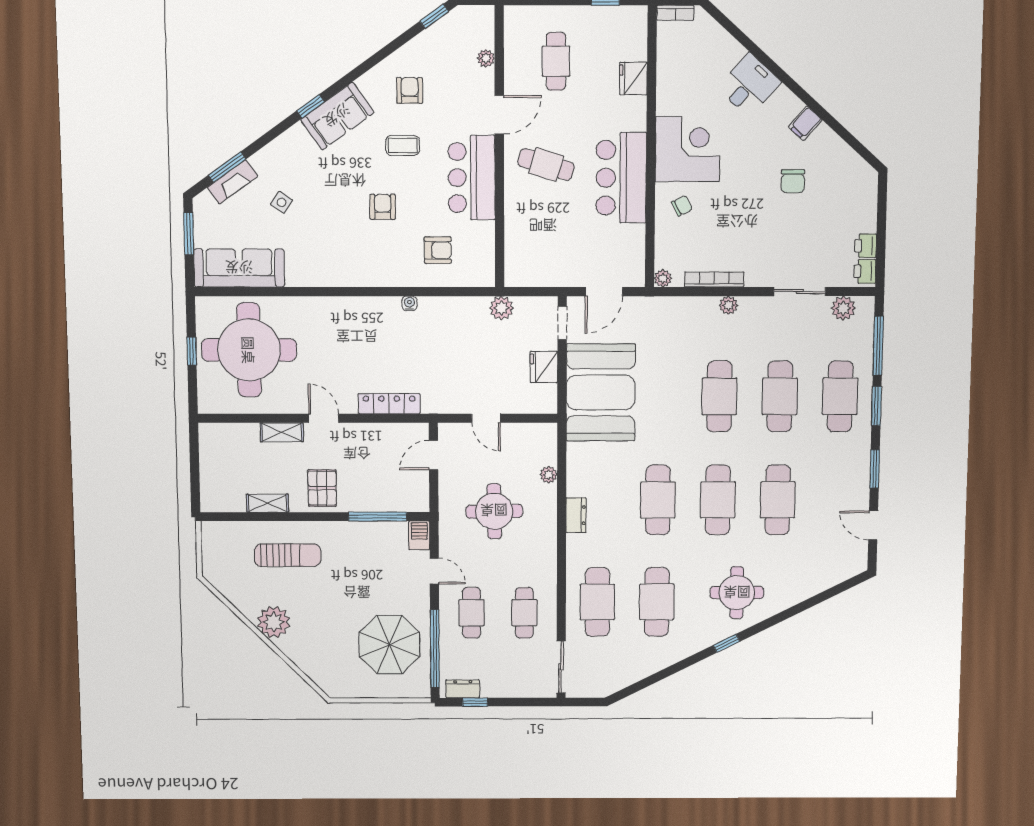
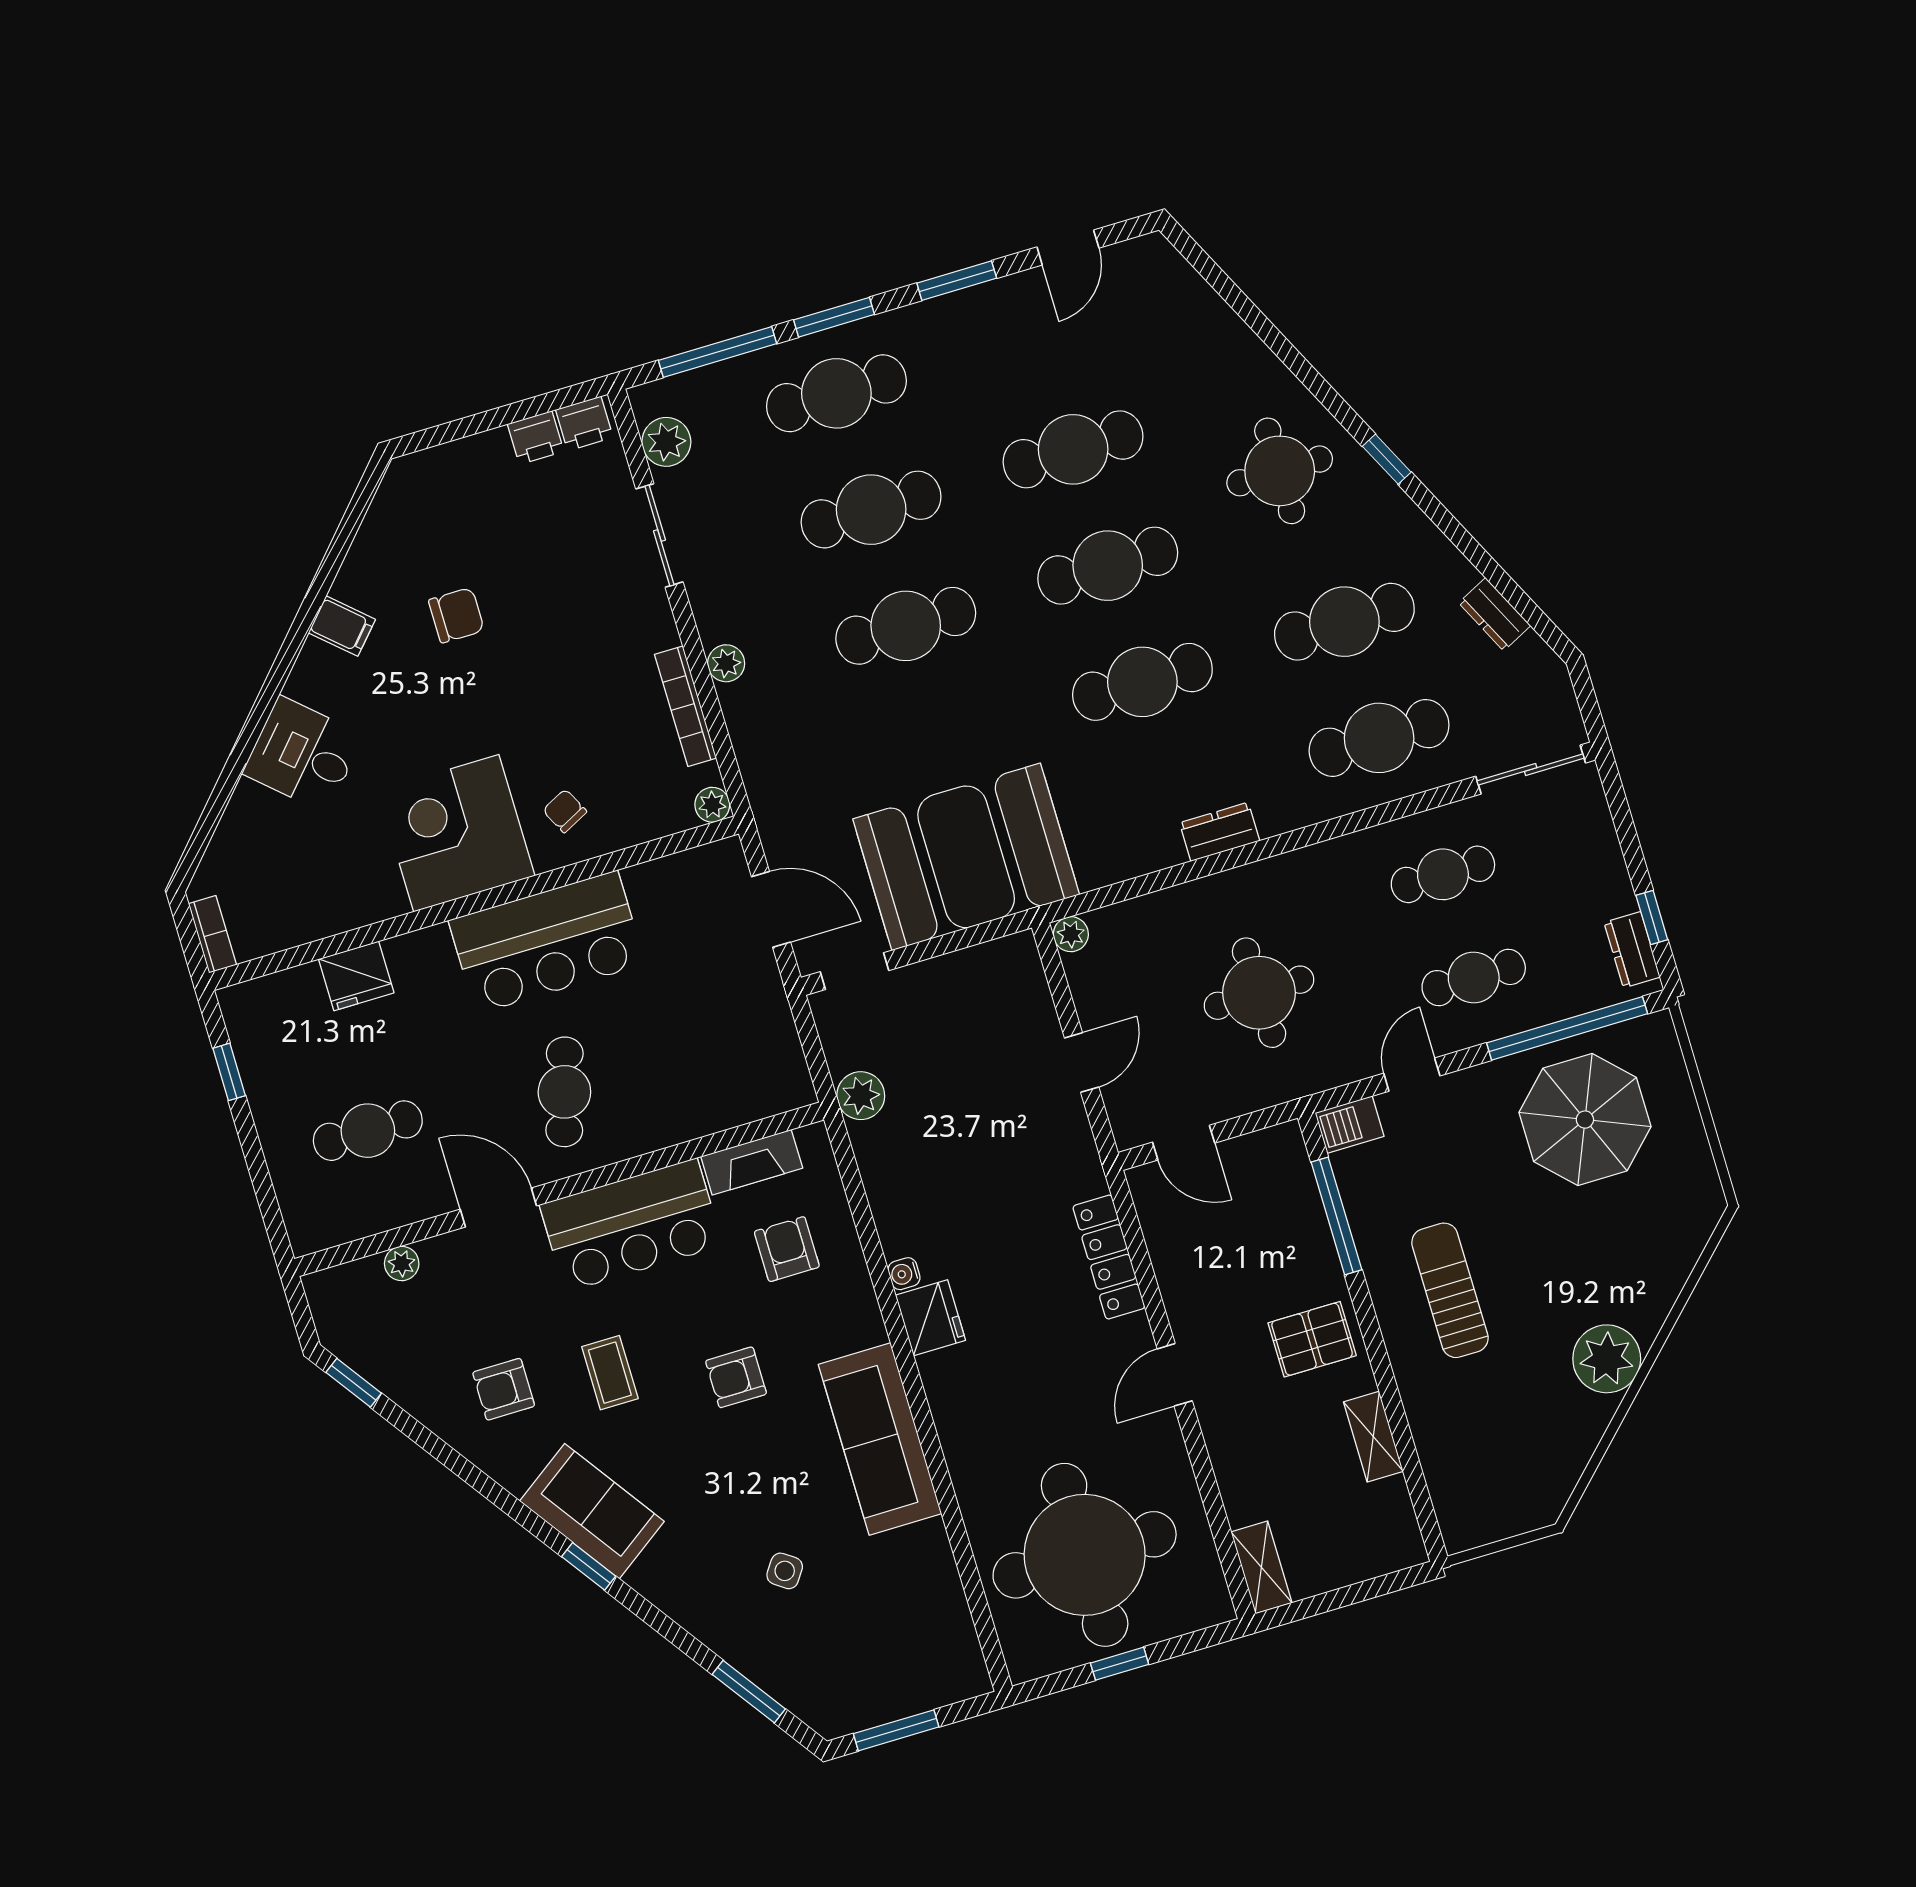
fireplace: (232, 182) -> (752, 1162), moved, turned 125
sofa: (239, 268) -> (880, 1439), moved
fridge: (544, 367) -> (930, 1318), moved, turned -90
shelving: (282, 432) -> (1261, 1567), moved
plant: (549, 475) -> (1071, 934), moved
sun lounger: (288, 555) -> (1450, 1290), moved
dresser: (639, 672) -> (1495, 614), added

